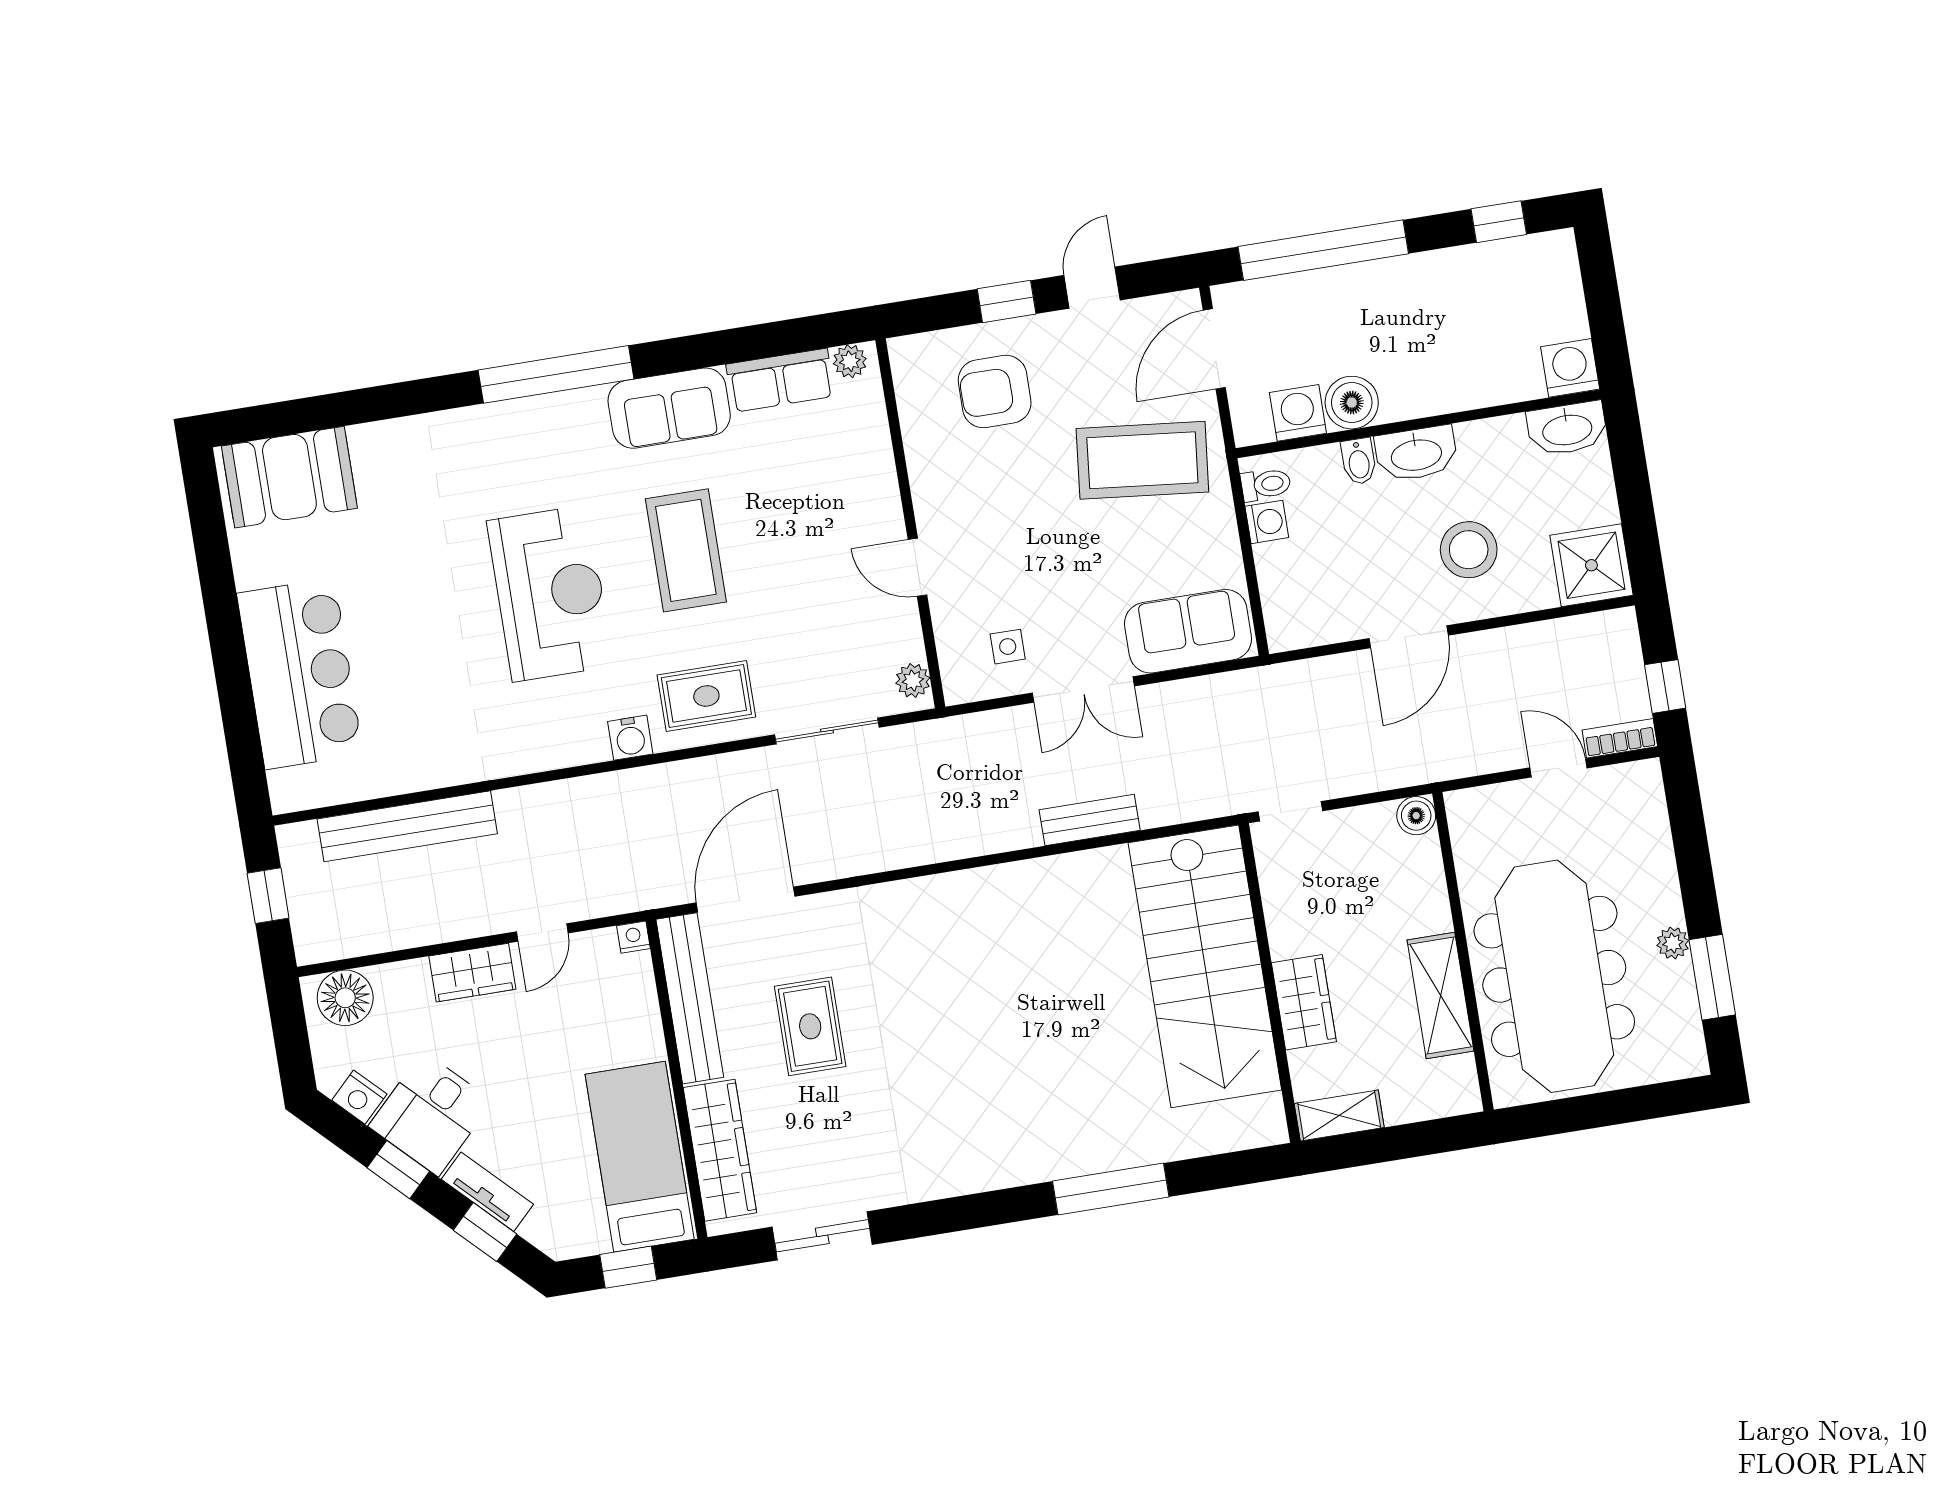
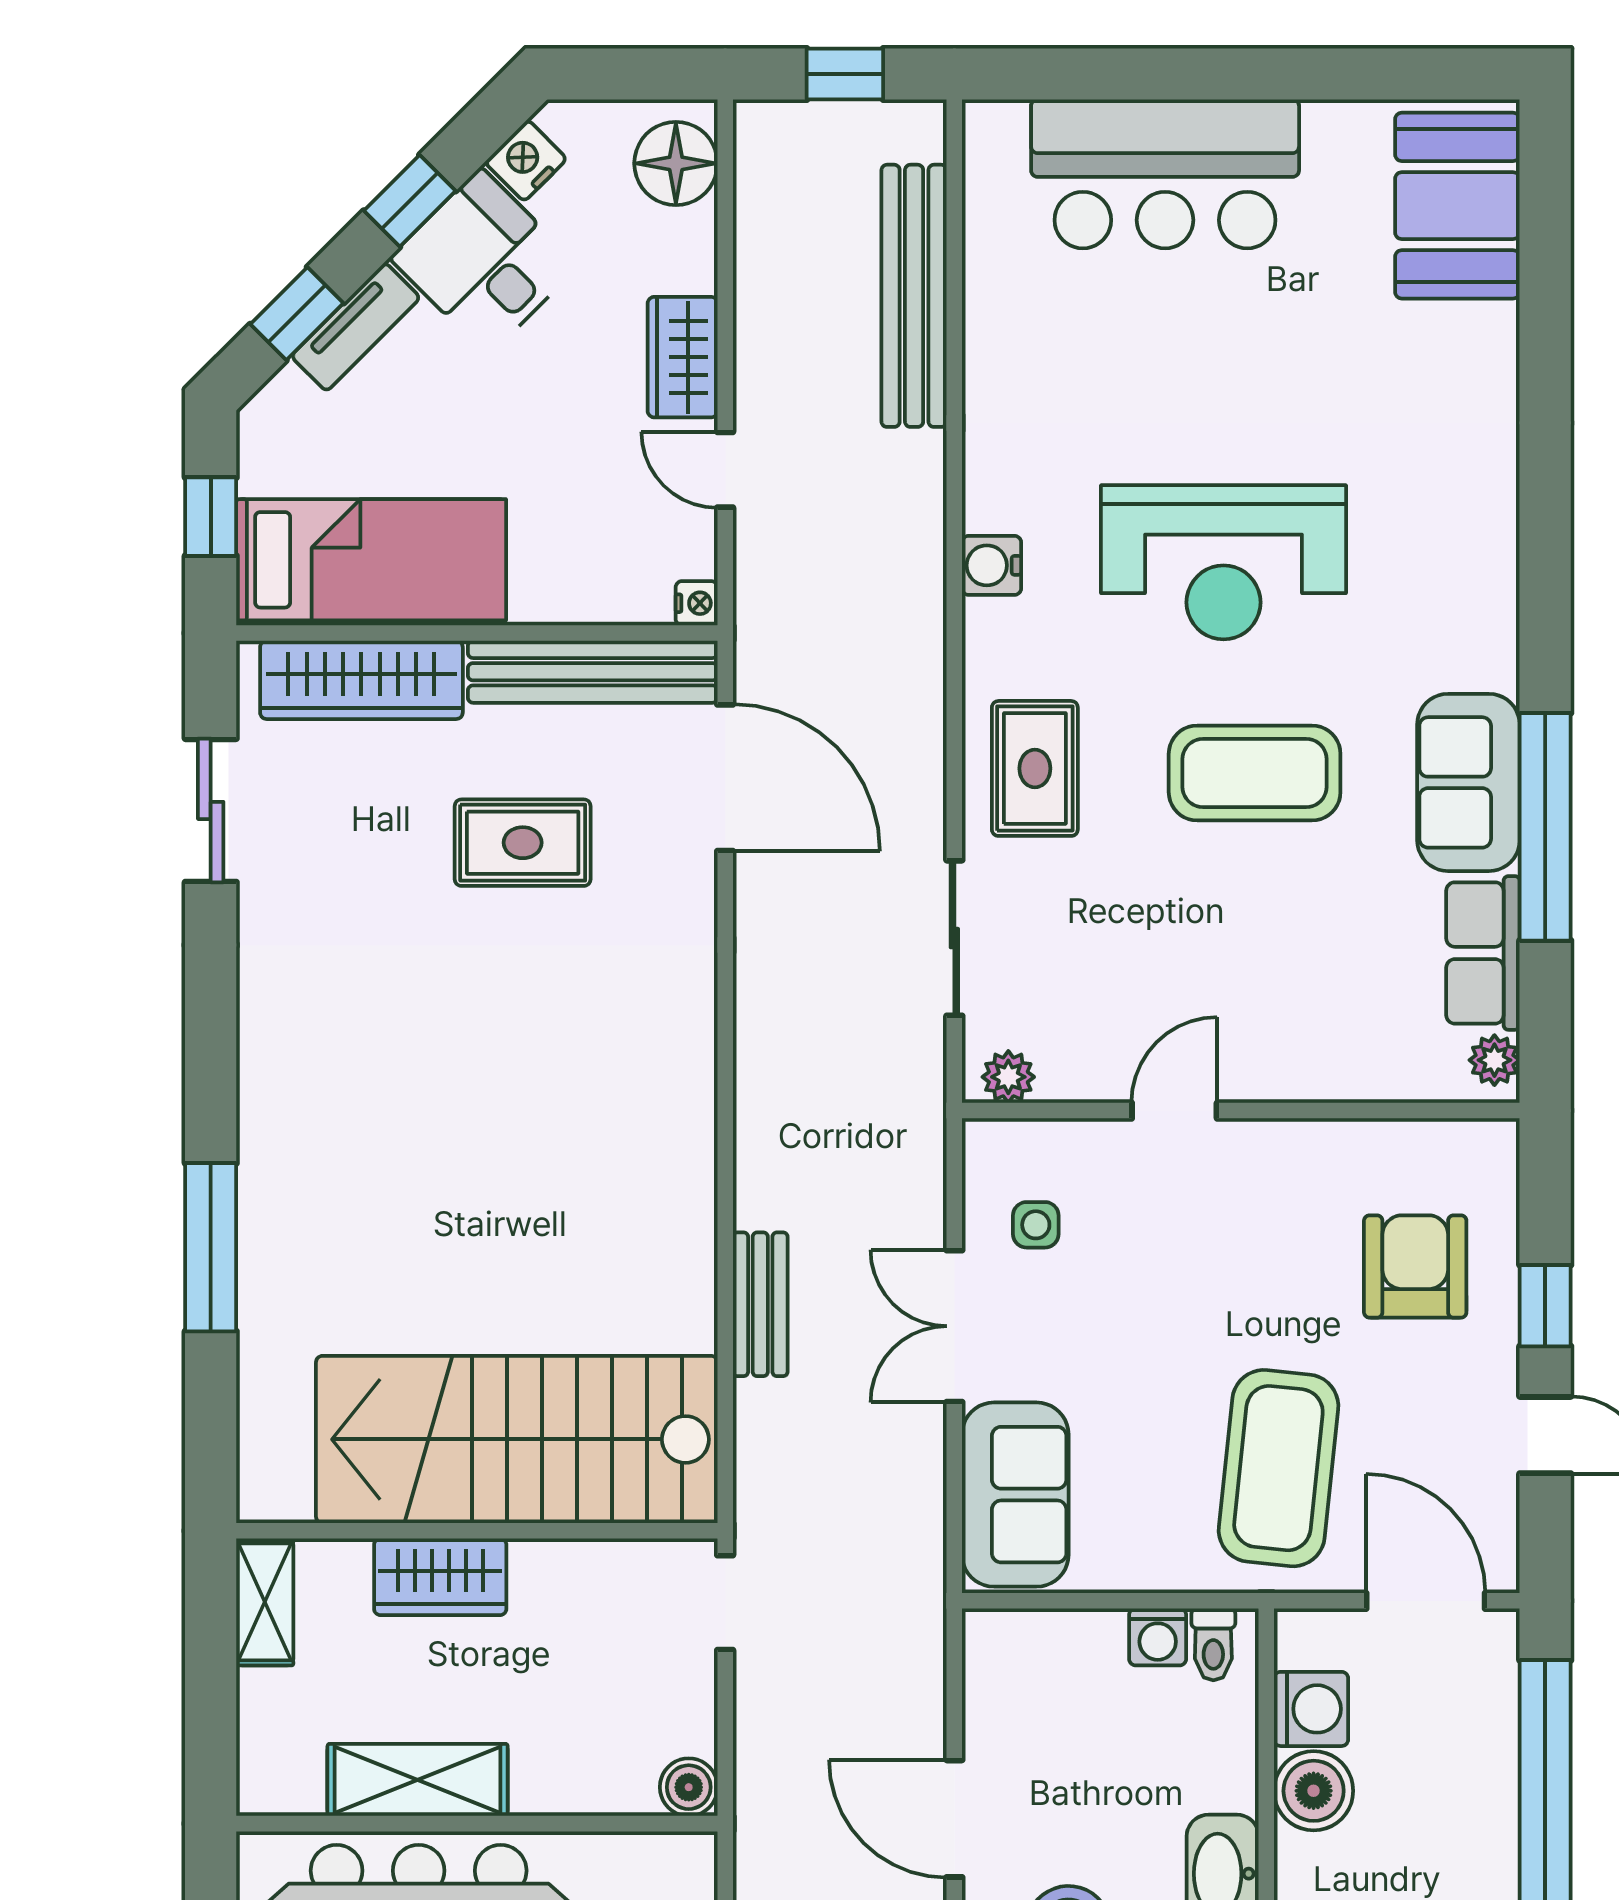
window: (556, 374) -> (1545, 827), moved
bidet: (1359, 461) -> (1225, 1787), removed
water cooler: (630, 738) -> (992, 565), moved

